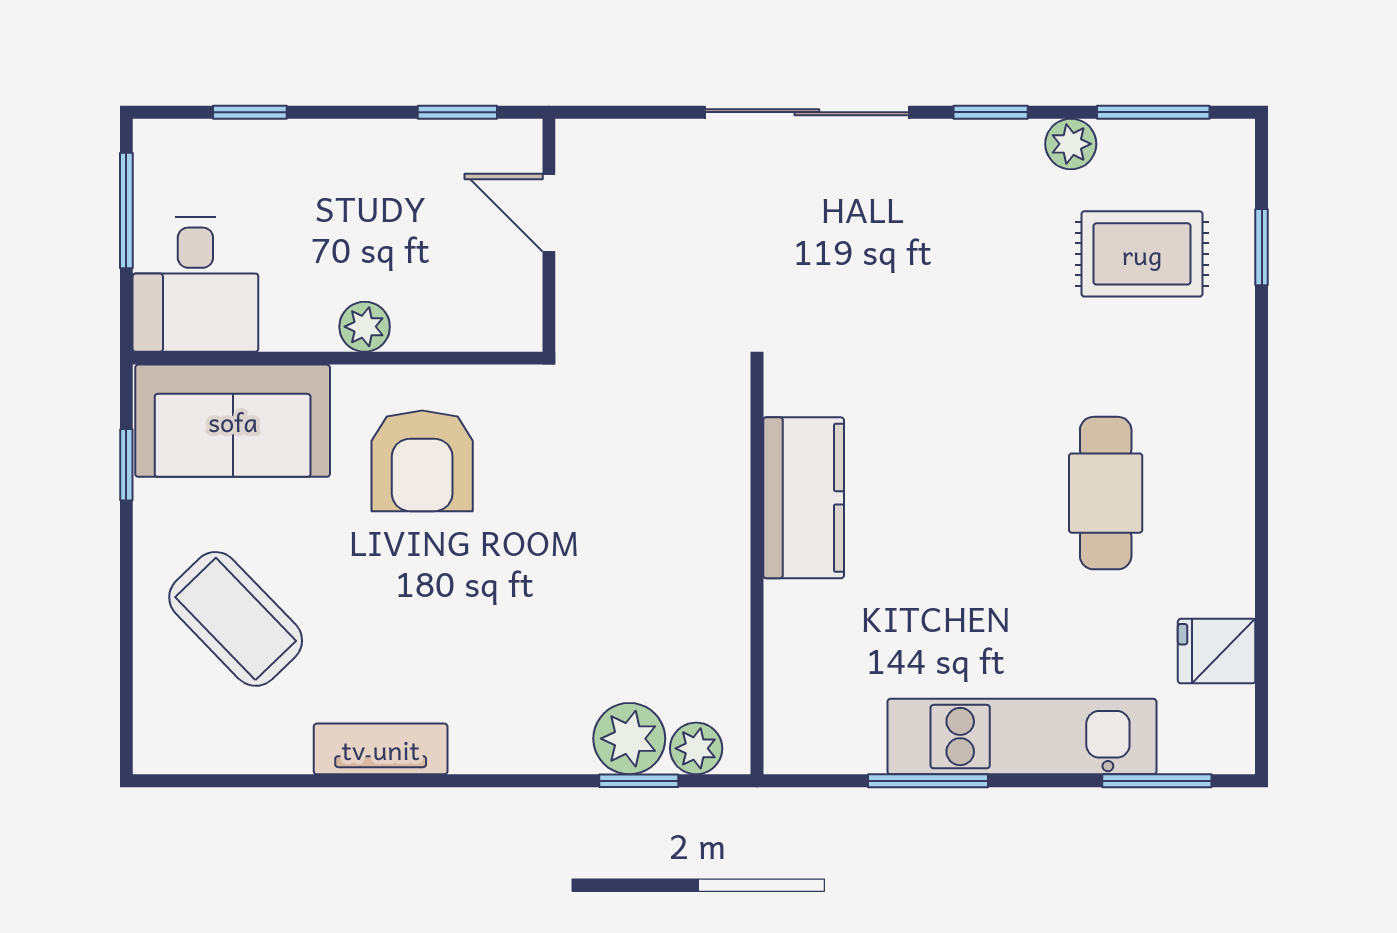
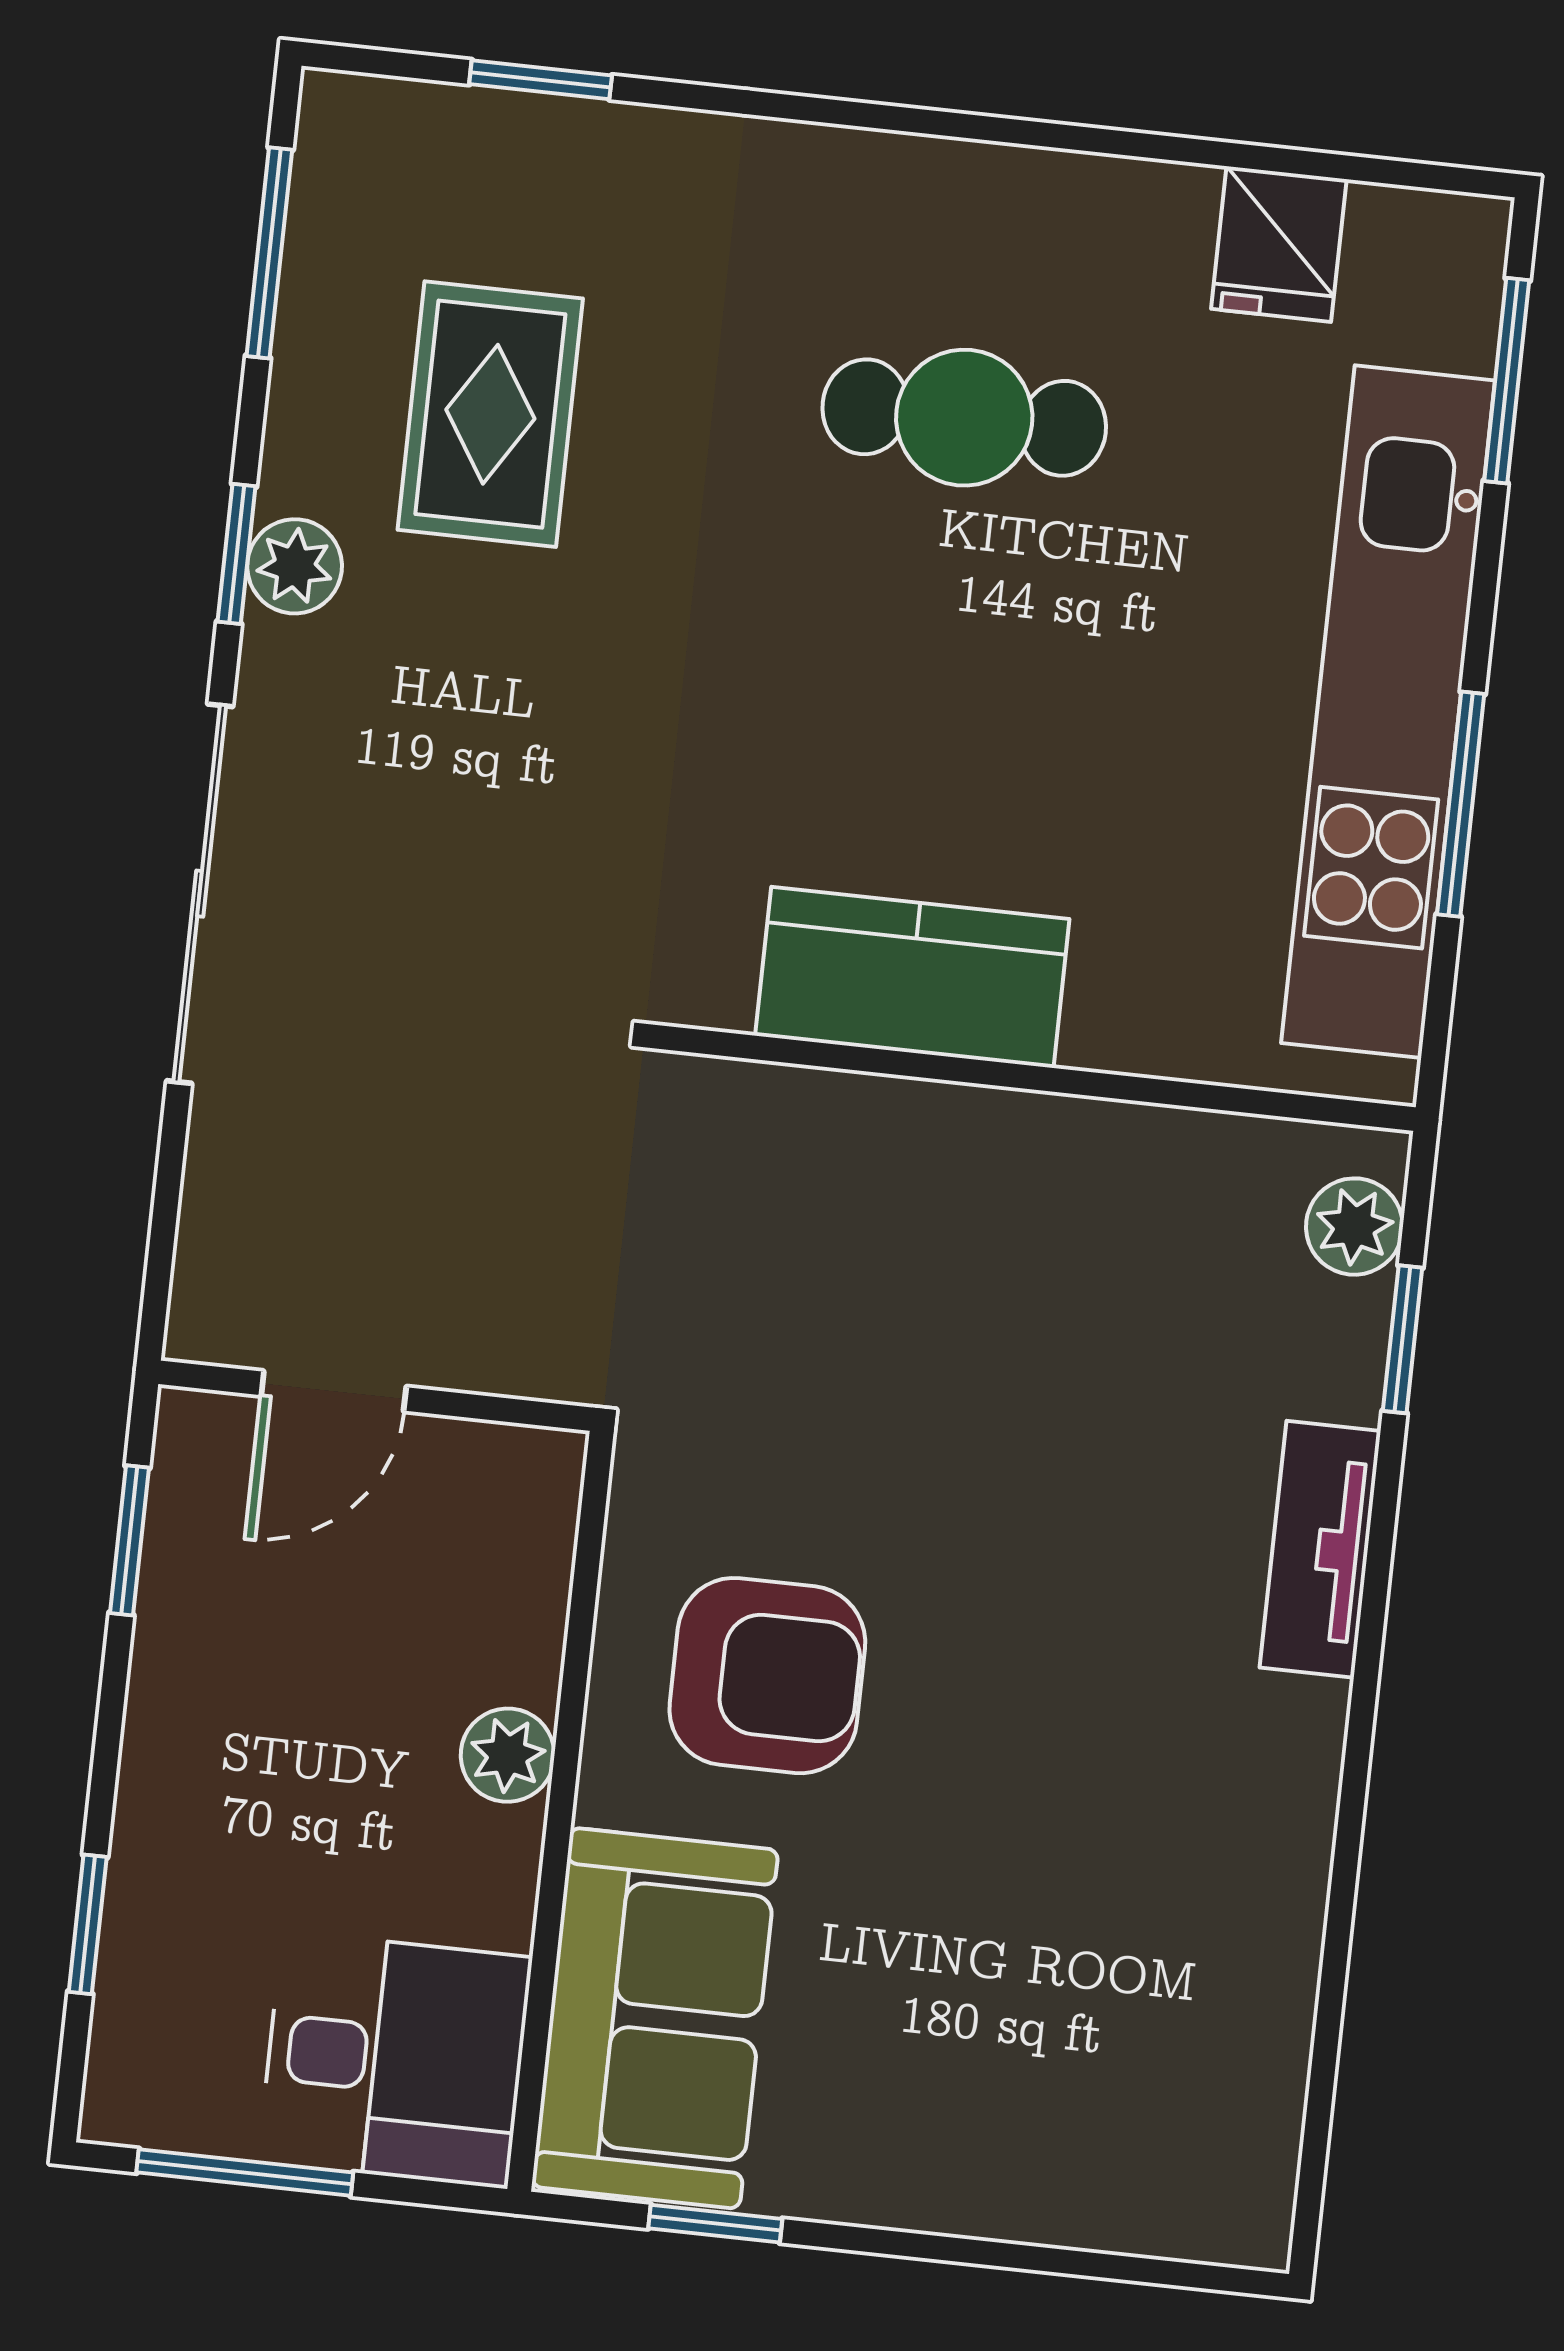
plant: (1071, 144) -> (295, 566), moved
rug: (1142, 254) -> (490, 414), moved
coffee table: (236, 619) -> (1022, 2052), removed
kitchen unit: (1022, 737) -> (1388, 712), width x1.36
plant: (629, 739) -> (1323, 1348), removed
tv unit: (381, 749) -> (1320, 1549), moved

